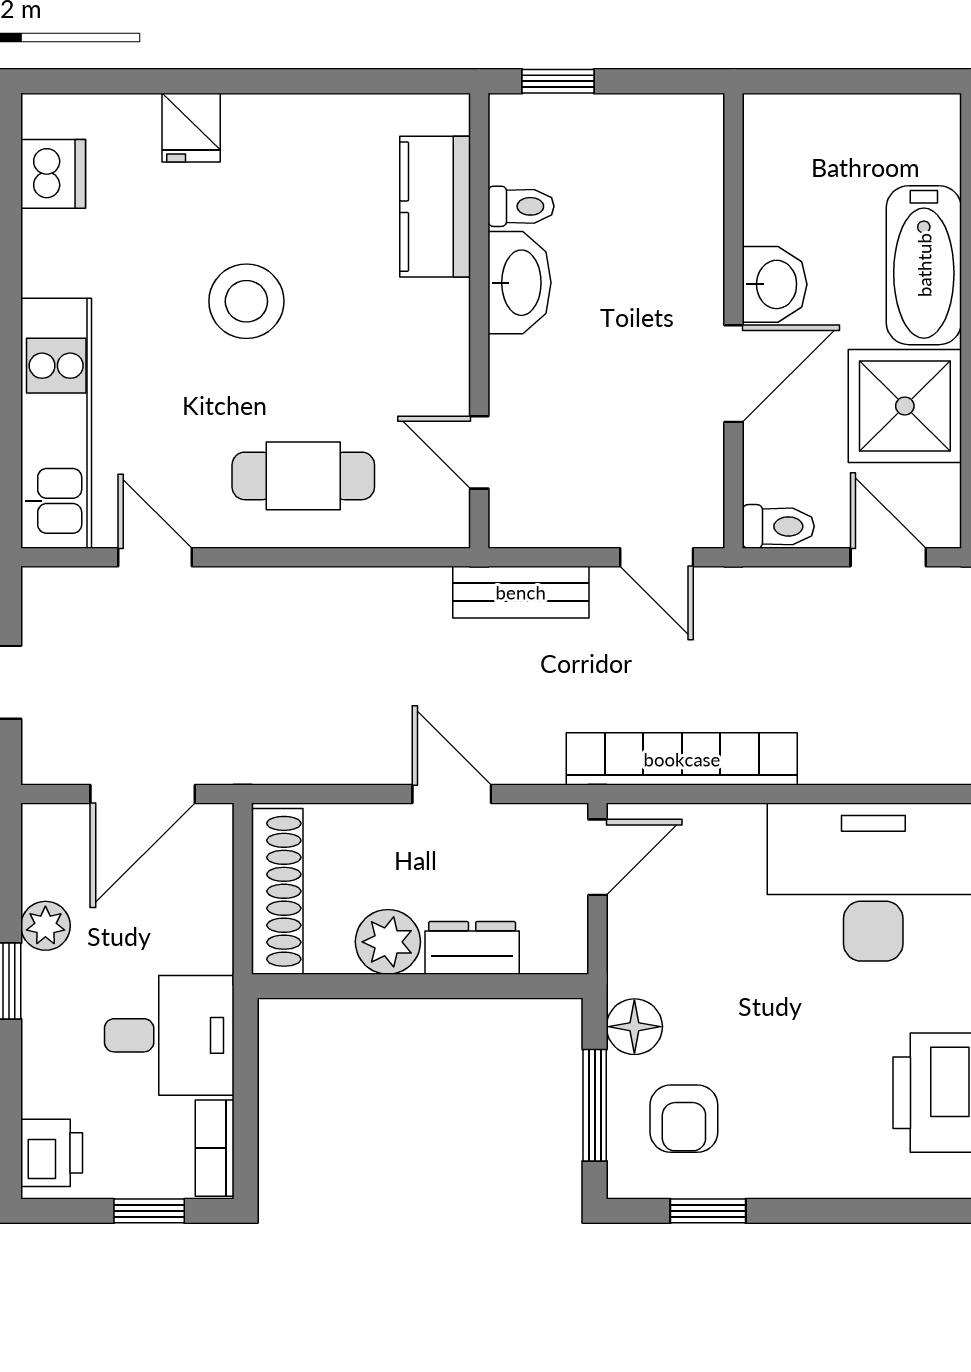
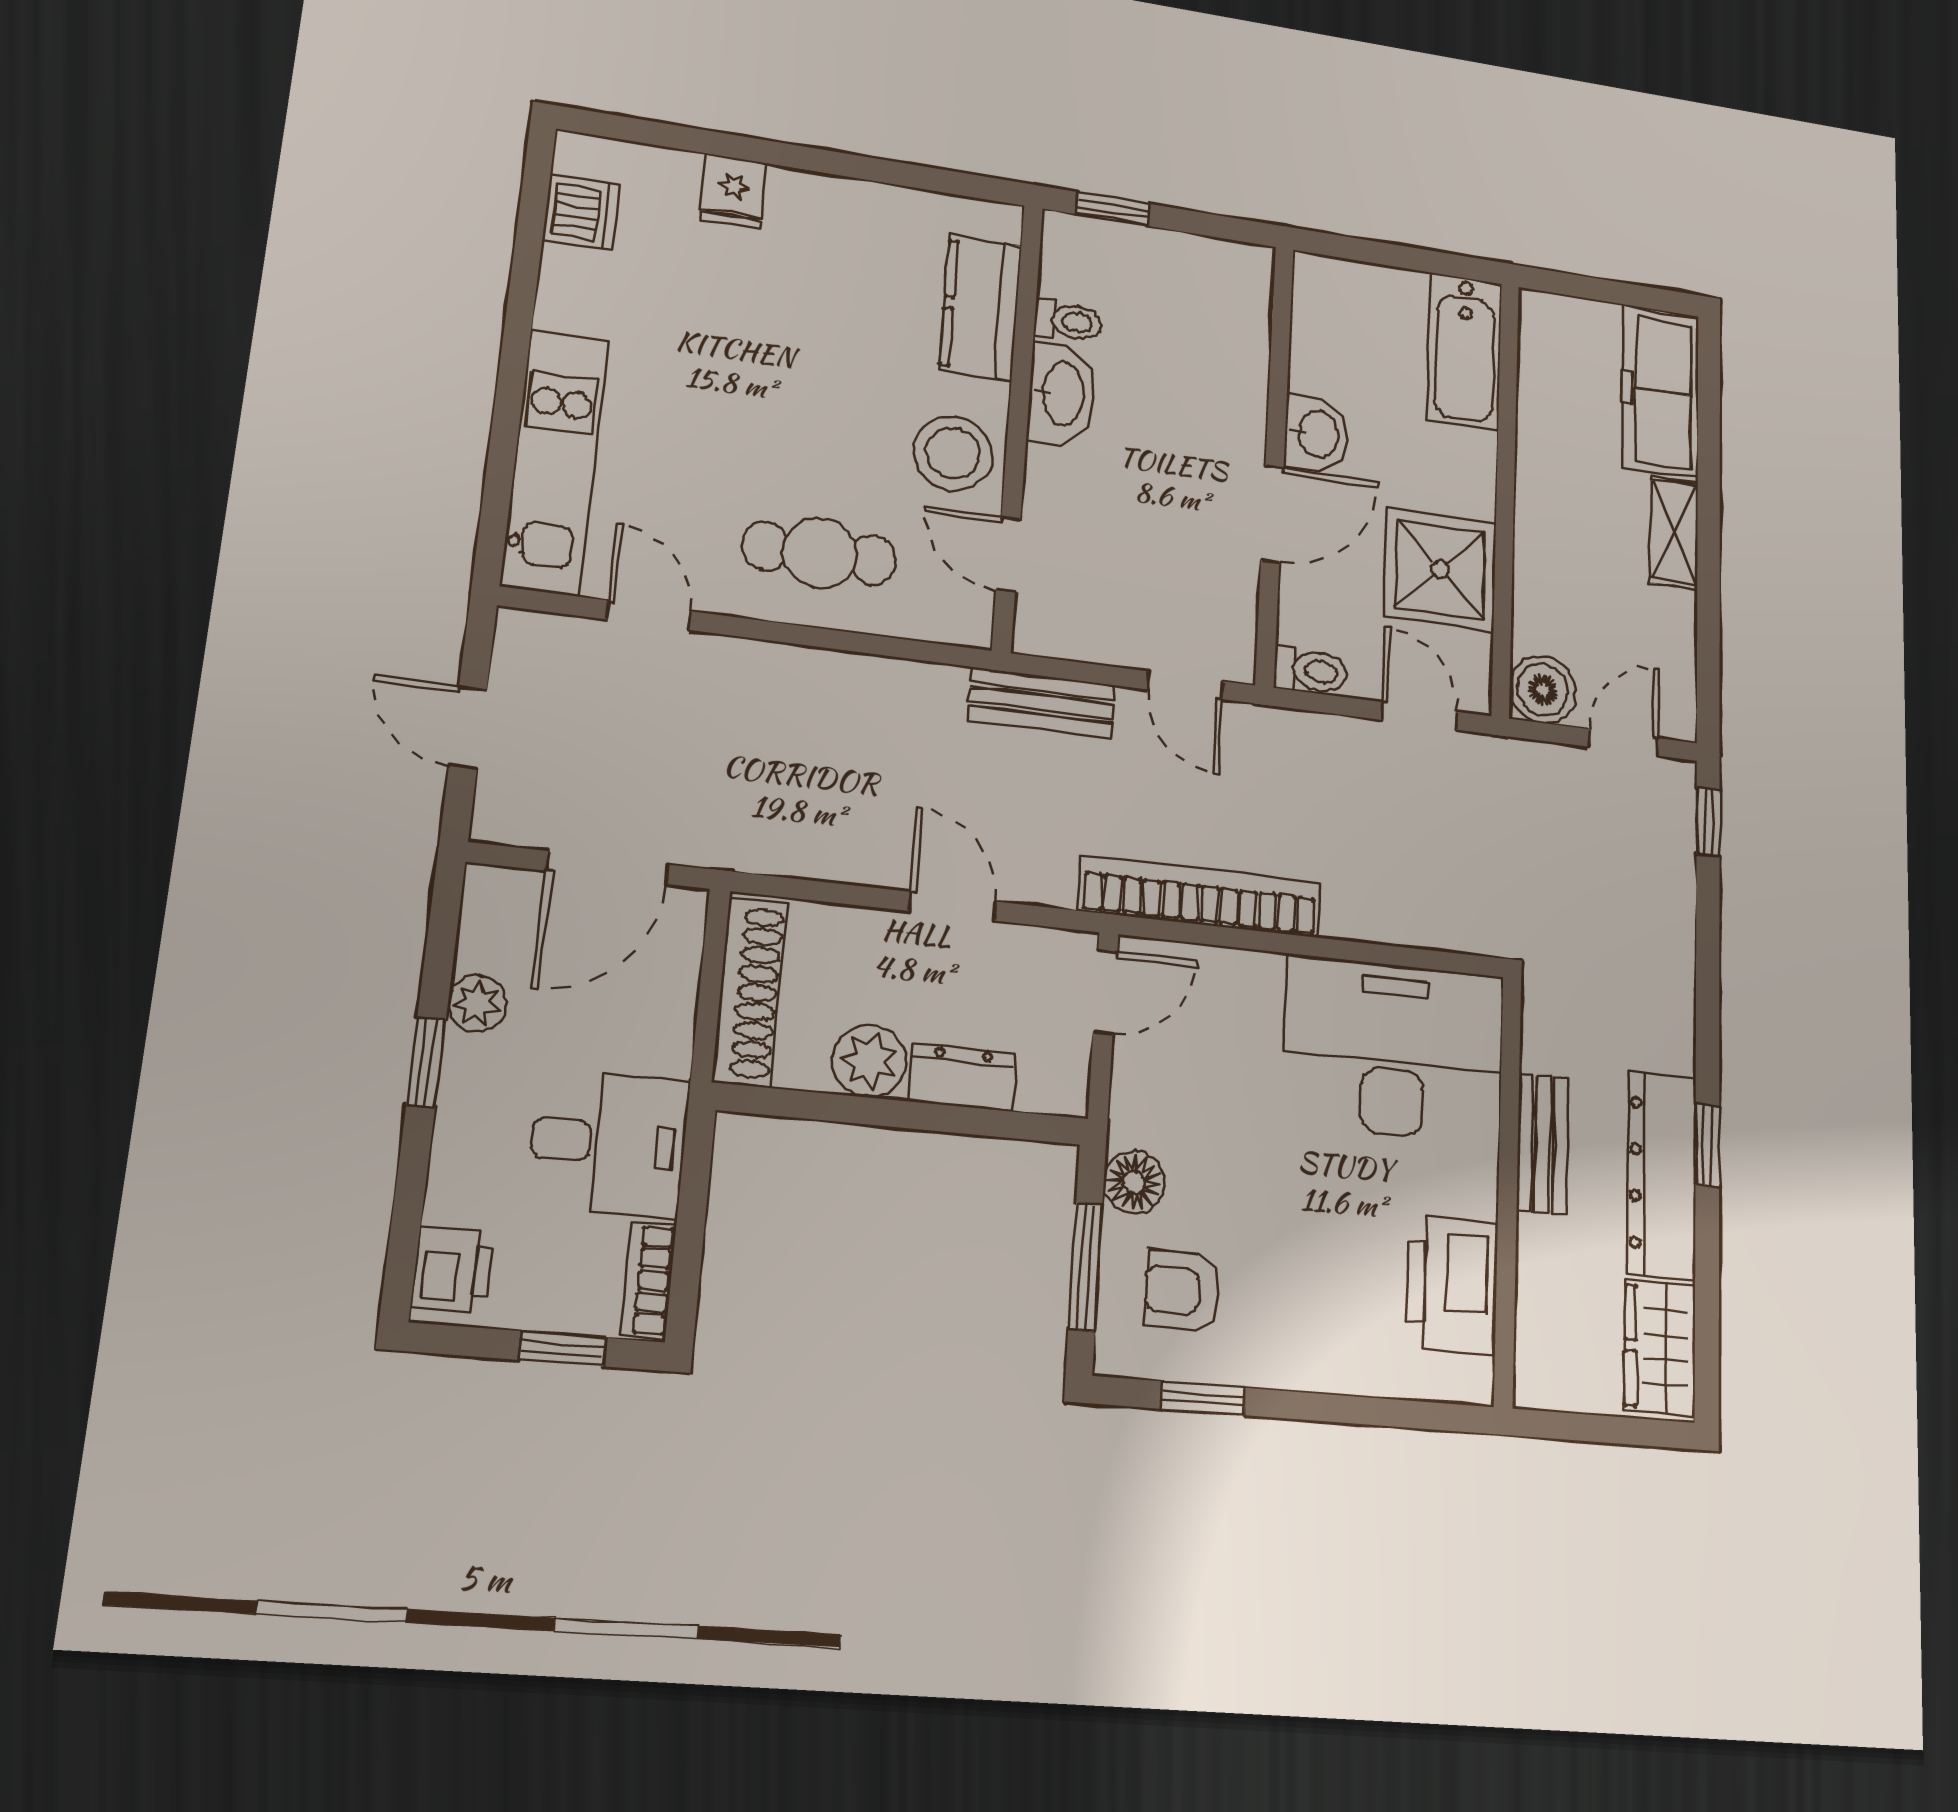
bathtub: (924, 265) -> (1464, 351), moved
stool: (246, 301) -> (953, 453), moved
armchair: (684, 1119) -> (1182, 1290), turned 90

